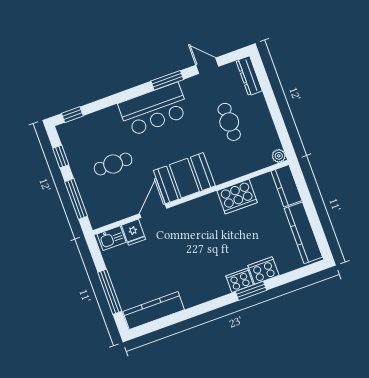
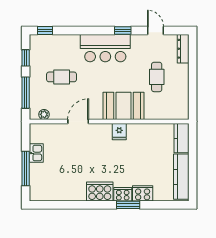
window: (167, 80) -> (123, 31), width x0.67
plant: (279, 156) -> (44, 114), moved
booth: (184, 178) -> (123, 106), moved
cooker: (237, 197) -> (100, 191), moved, turned 180
fridge: (133, 232) -> (119, 132), moved
kitchen sink: (112, 238) -> (36, 153), moved, turned -90
kitchen counter: (154, 311) -> (52, 194), removed

